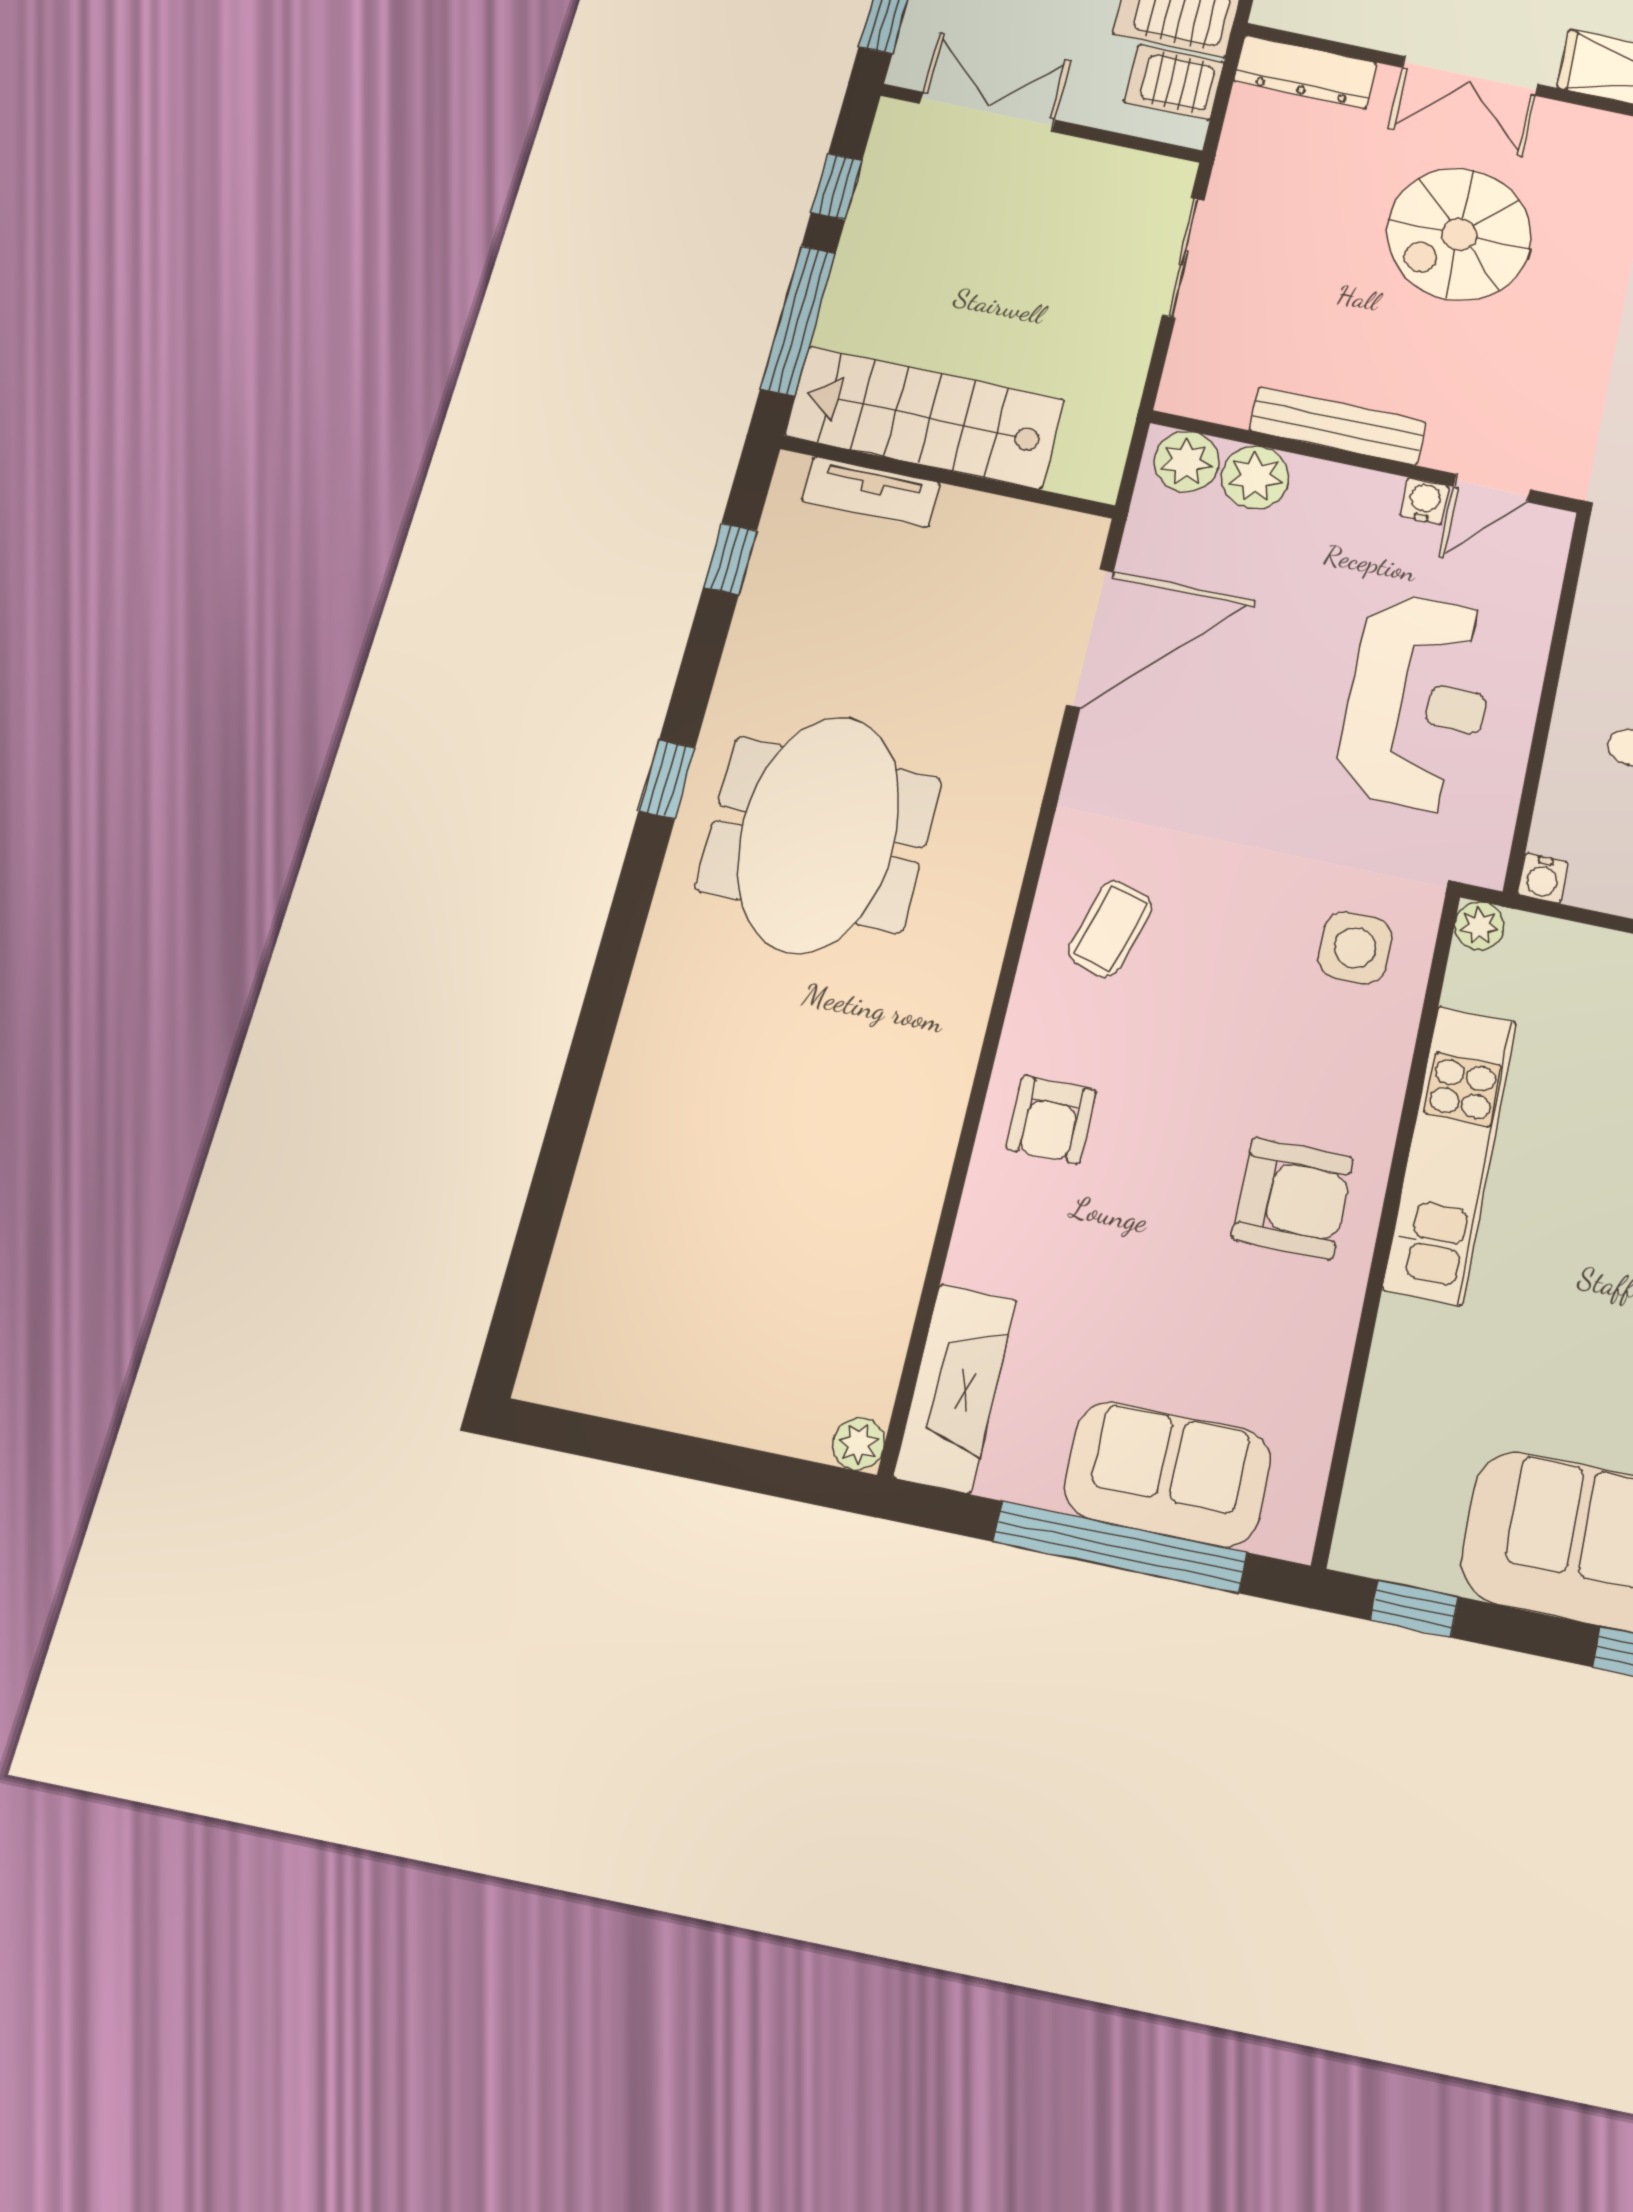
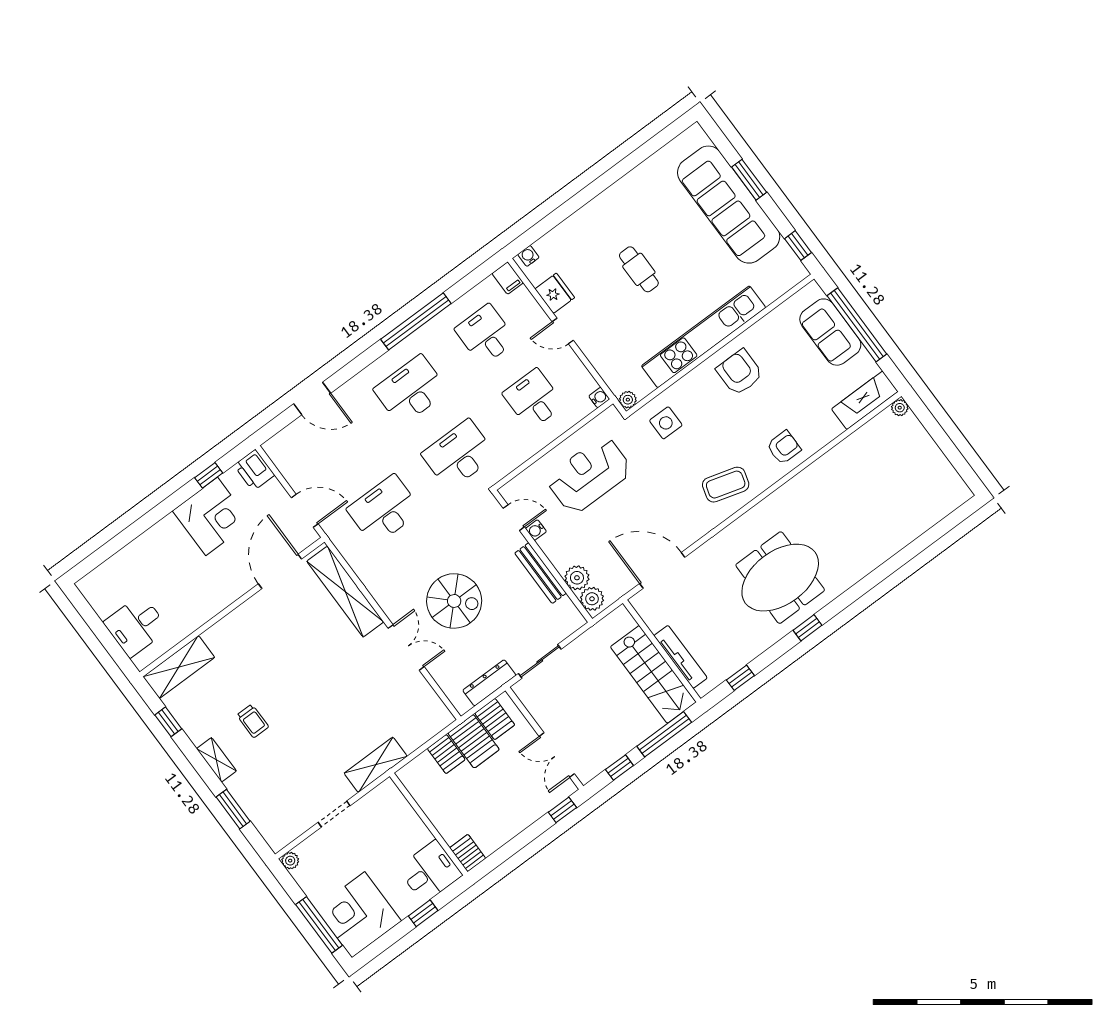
dresser: (1305, 72) -> (489, 683), moved, turned -90
tv unit: (871, 492) -> (681, 657), width x1.41
coffee table: (1110, 929) -> (726, 485), width x1.36, depth x1.30
kitchen unit: (1450, 1154) -> (704, 337), width x1.36

